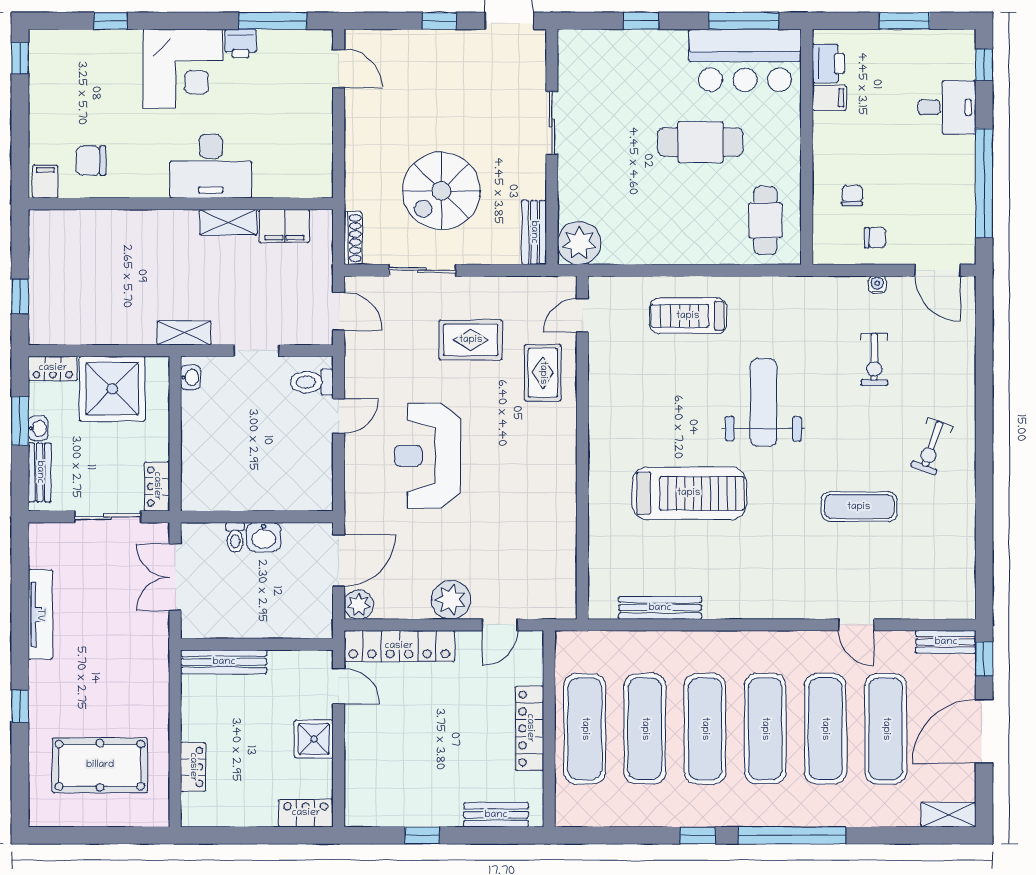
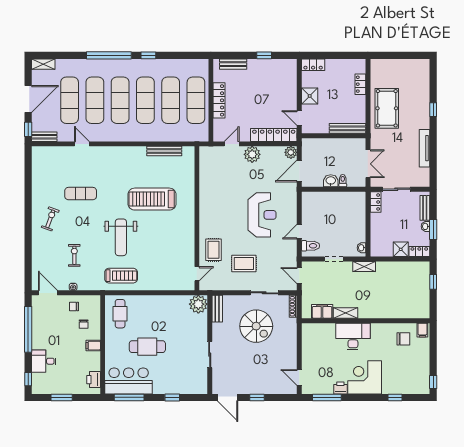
filing cabinet: (829, 98) -> (93, 346), moved
spiral stairs: (441, 191) -> (256, 326), turned 90
treadmill: (688, 316) -> (121, 276), moved
shower: (112, 389) -> (401, 249), width x0.54, depth x0.54
pool table: (100, 765) -> (387, 108), moved, turned 90

